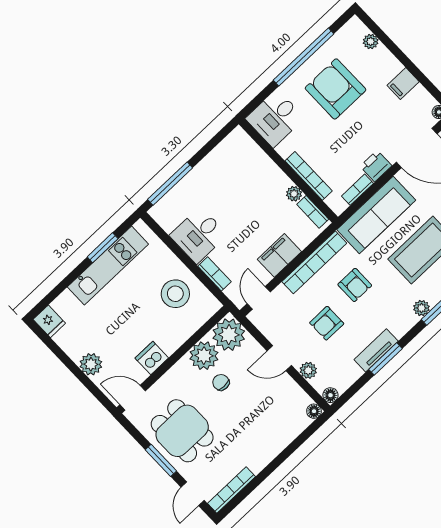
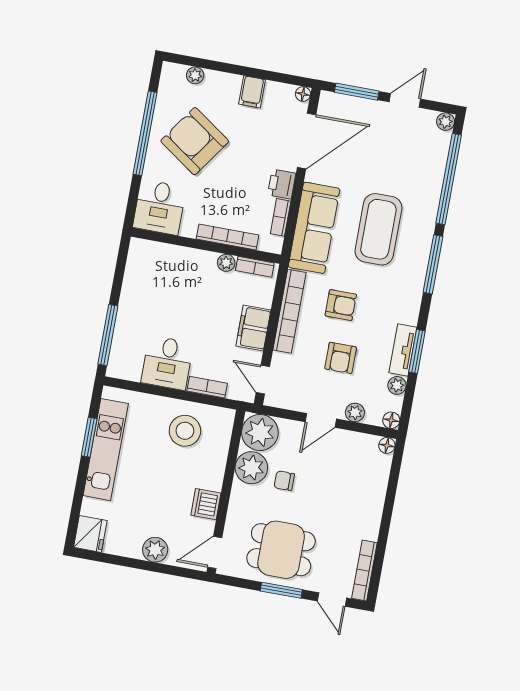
armchair: (336, 89) -> (195, 141), turned 35
plant: (421, 308) -> (397, 385), moved
fridge: (49, 321) -> (90, 534), width x1.38

